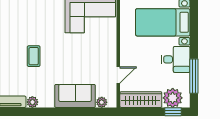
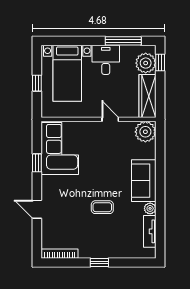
door: (118, 75) -> (110, 119), moved
sofa: (75, 96) -> (144, 181), moved
plant: (102, 102) -> (145, 132), width x1.88, depth x1.88

